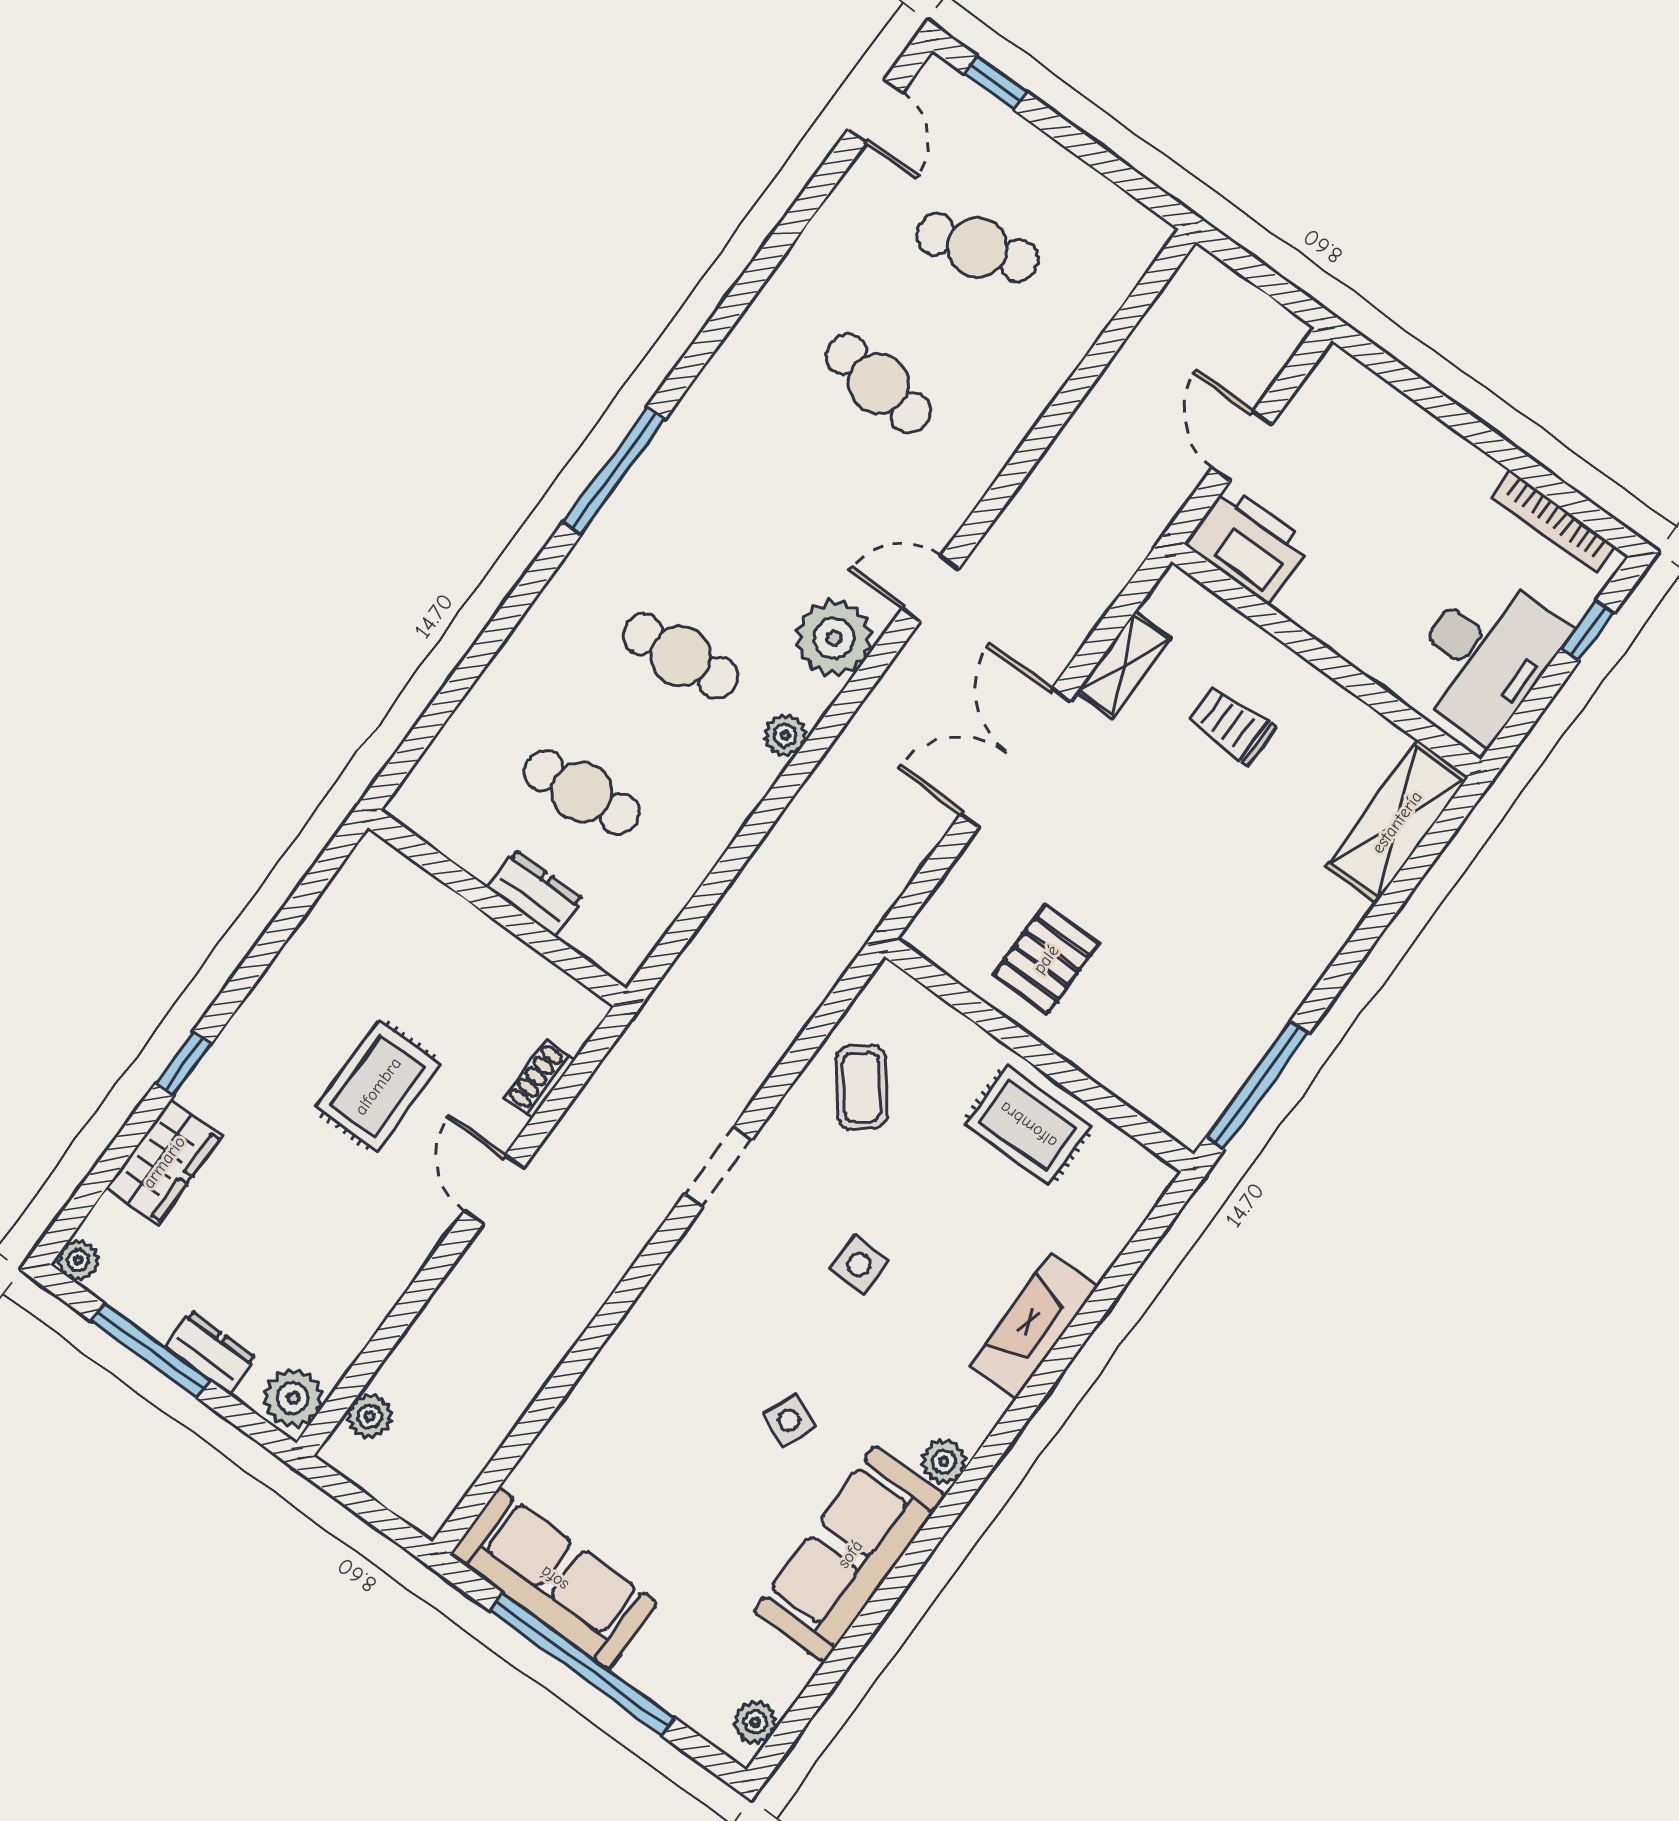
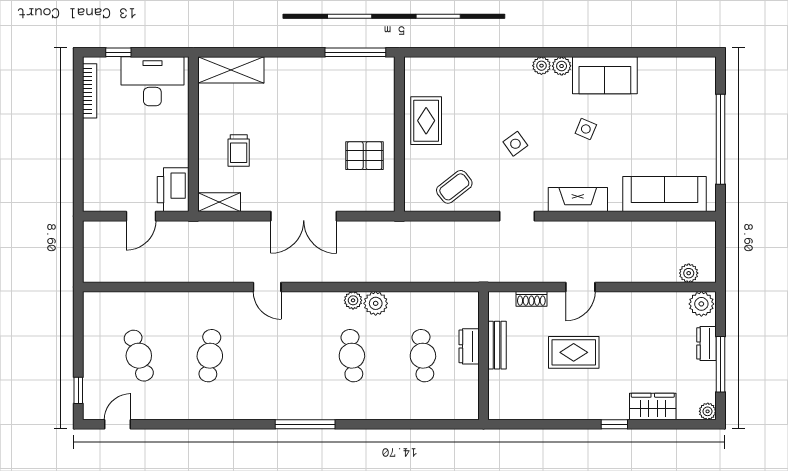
plant: (834, 638) -> (376, 303), moved, width x0.73, depth x0.73
shelving: (1124, 665) -> (219, 202), moved
bench: (499, 949) -> (497, 345), added
side table: (859, 1265) -> (515, 144), turned -37
fireplace: (1034, 1326) -> (578, 200), moved, turned 180
sofa: (850, 1554) -> (605, 75), width x0.73
sofa: (554, 1579) -> (665, 194), moved, turned 90
plant: (755, 1722) -> (541, 66), moved

